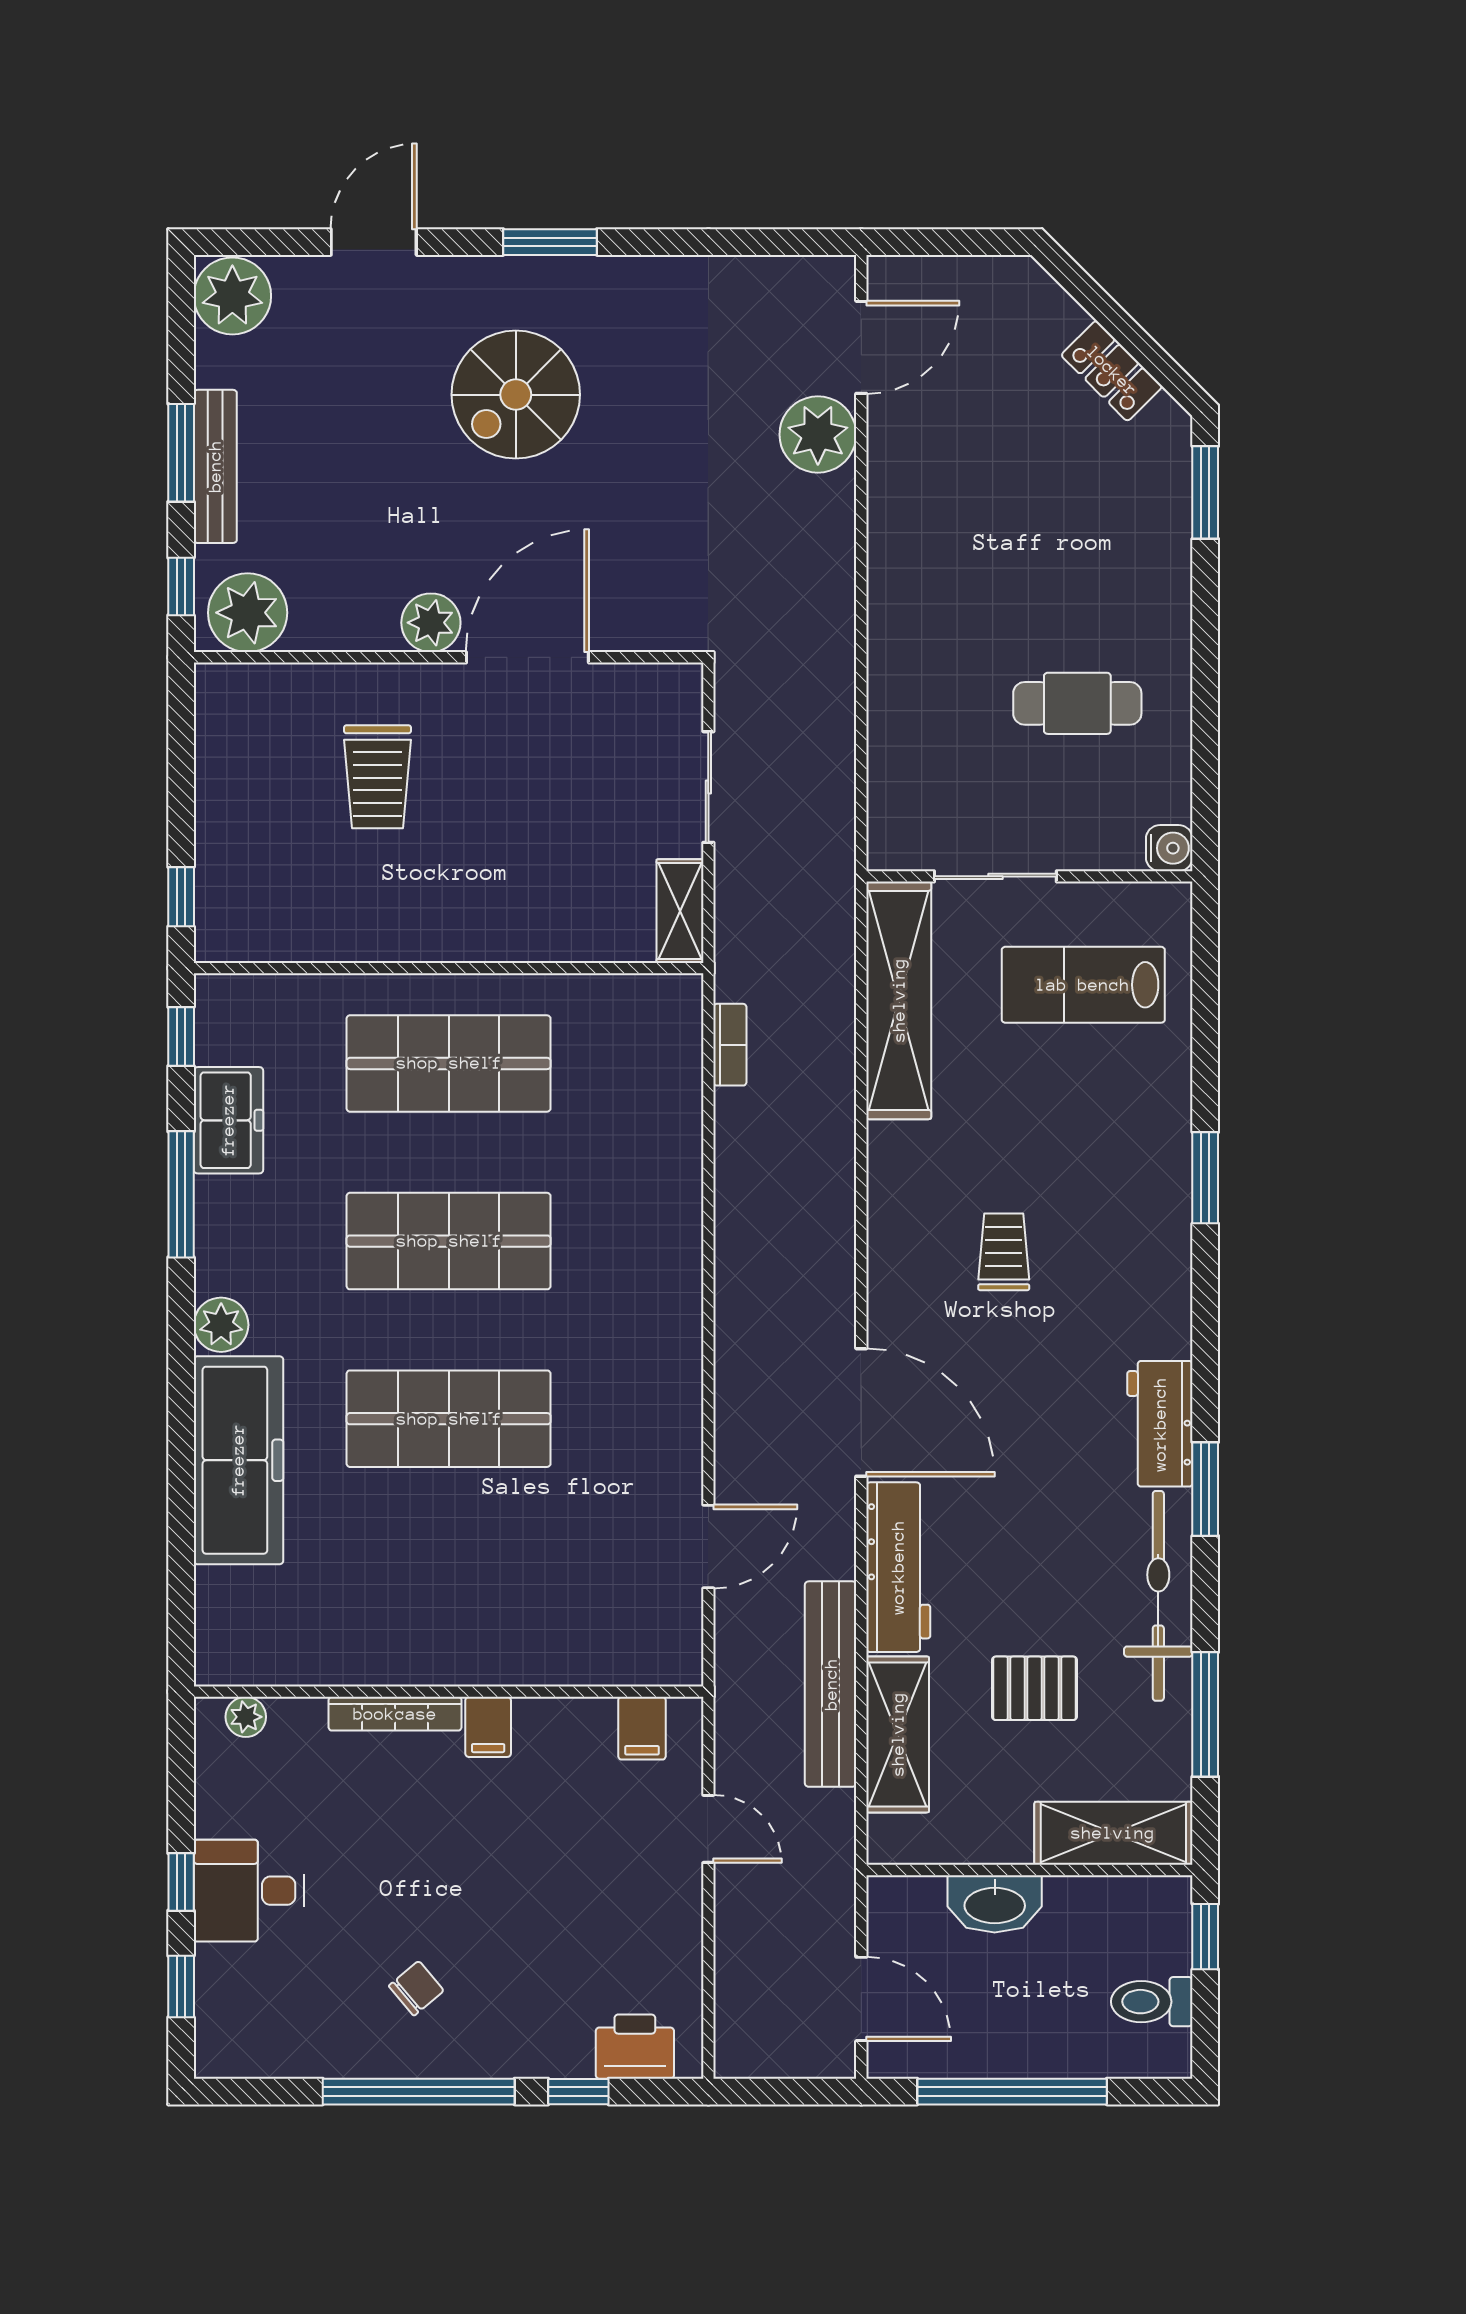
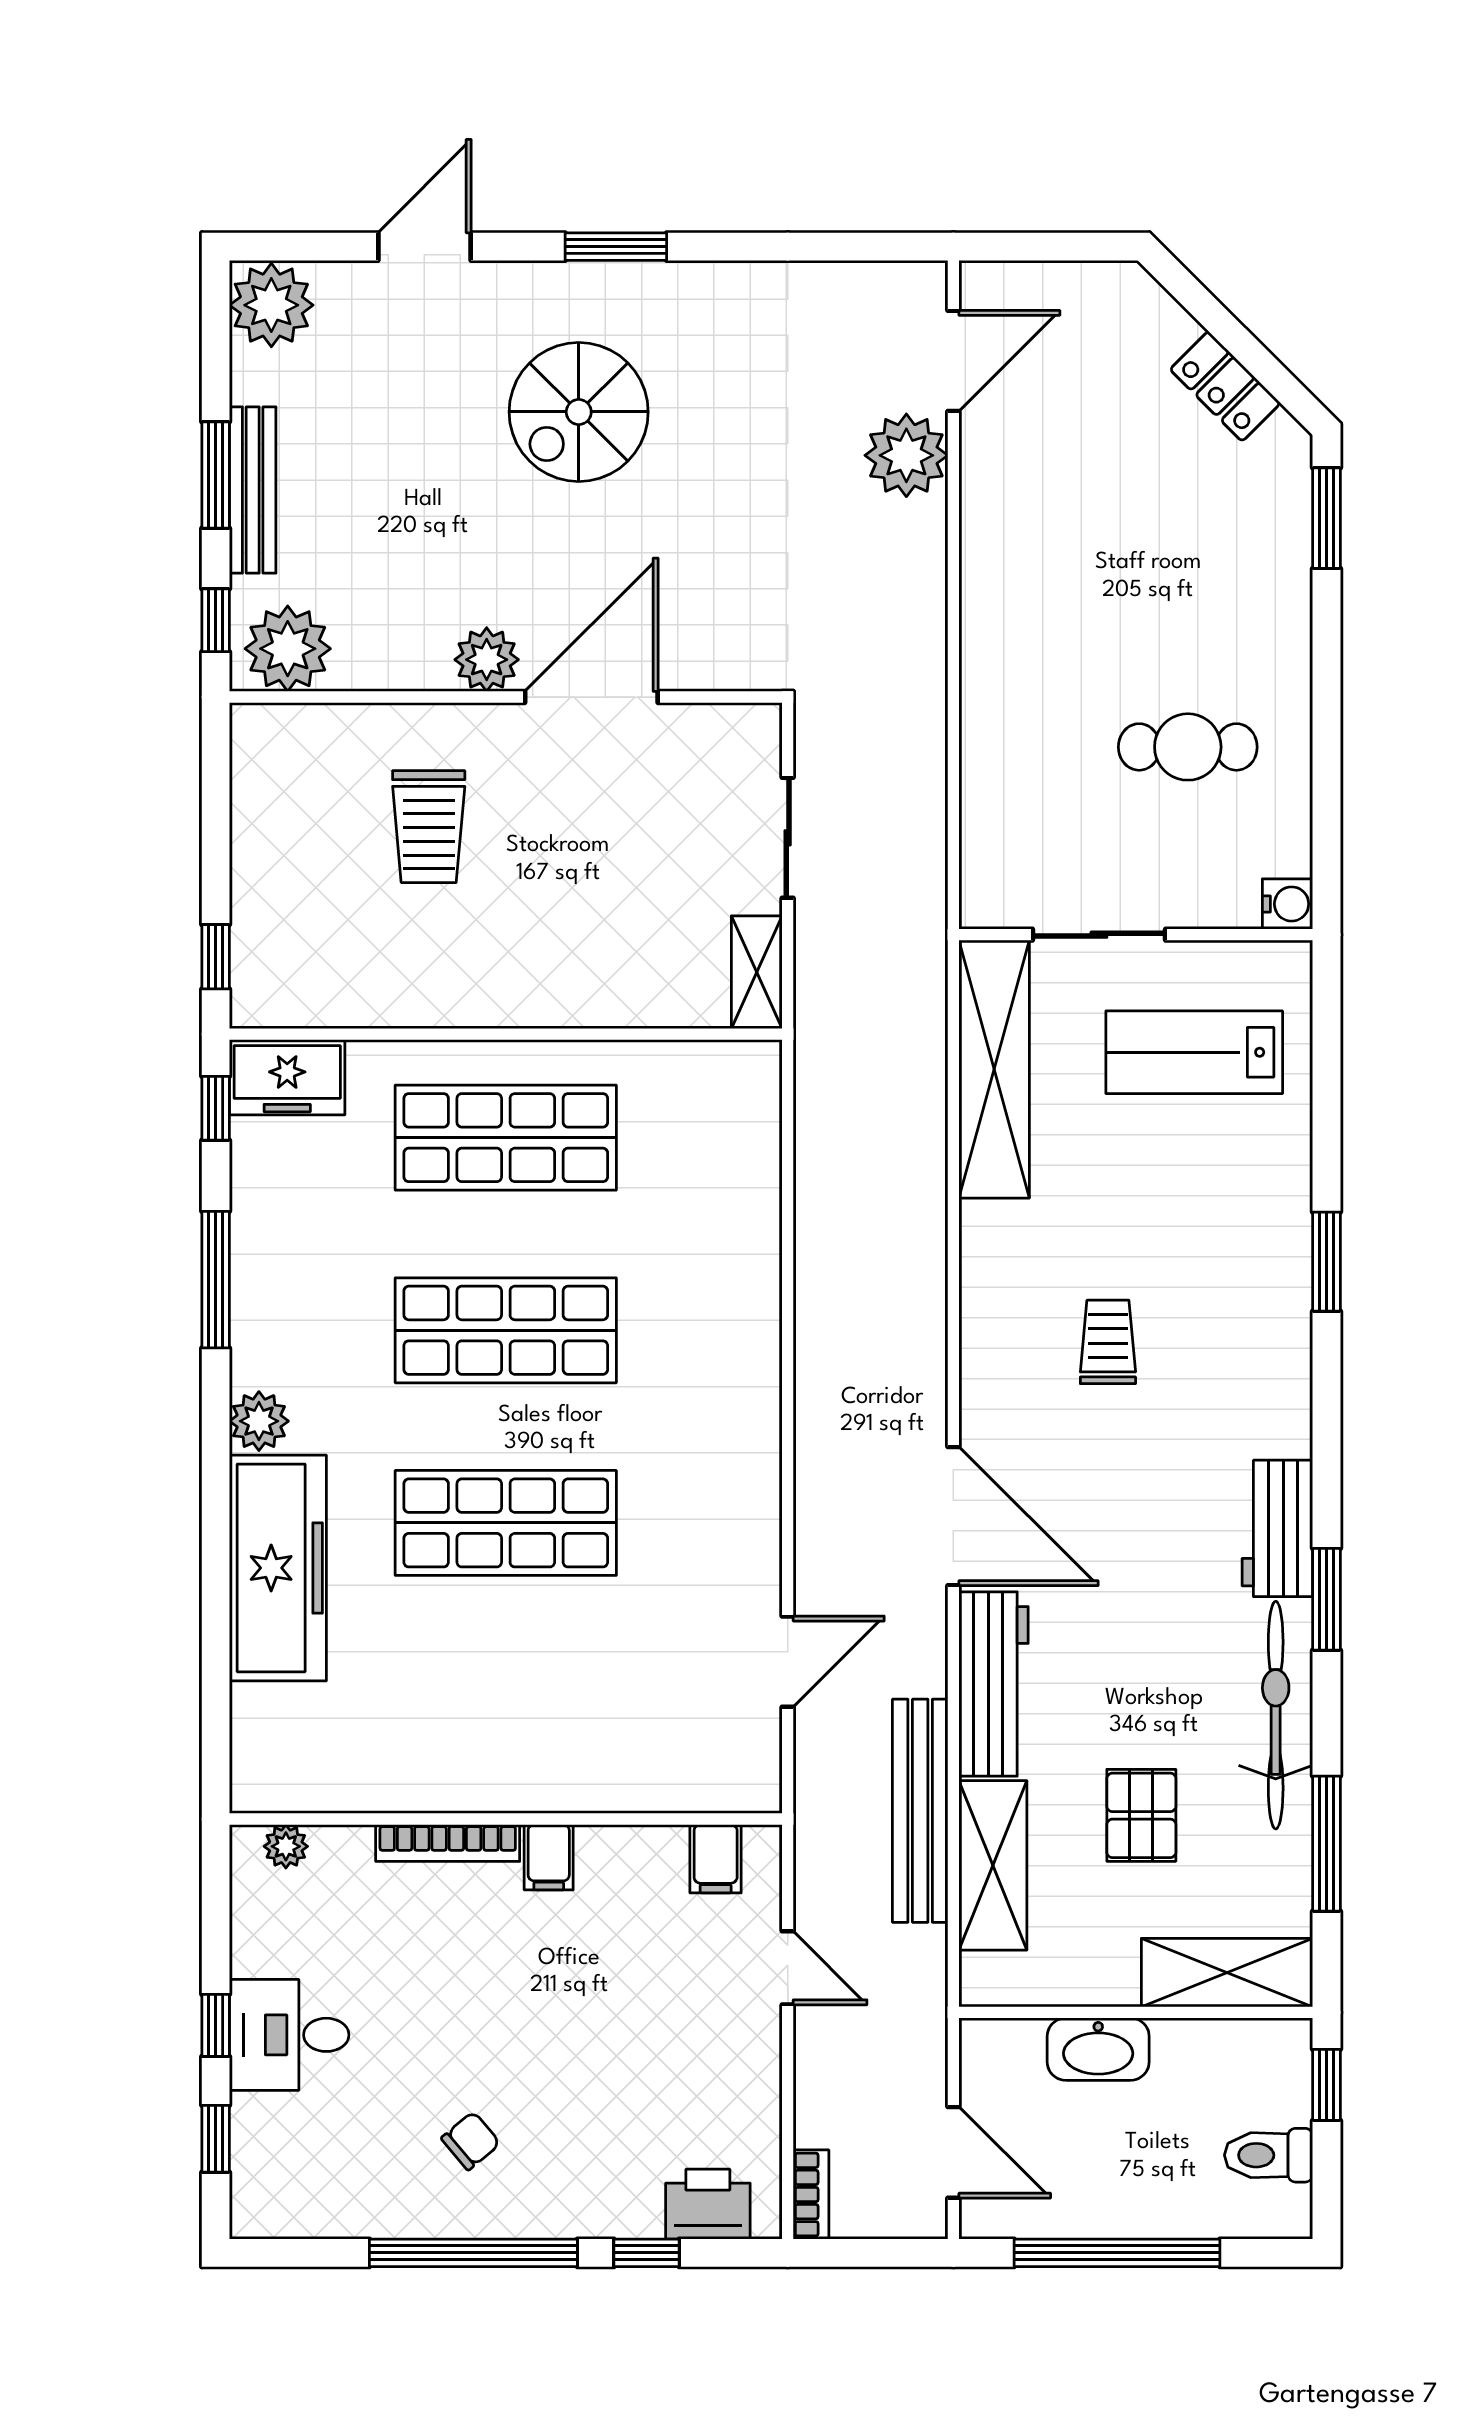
bookcase: (730, 1045) -> (811, 2195), moved
freezer: (228, 1120) -> (287, 1077), moved, turned 90
pallet: (1034, 1688) -> (1141, 1815), turned 90

